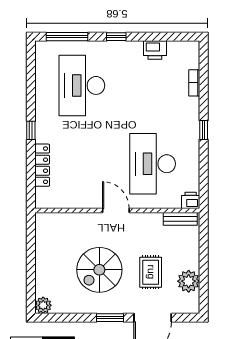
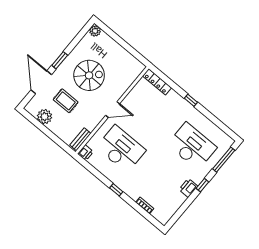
printer: (155, 50) -> (188, 188), moved
locker: (42, 165) -> (157, 82), moved
spiral stairs: (99, 270) -> (89, 75), turned 90

